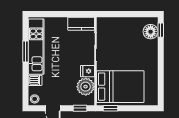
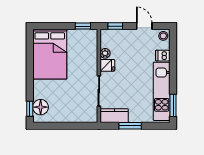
window: (66, 14) -> (130, 126), added
window: (25, 51) -> (173, 105), moved
plant: (86, 87) -> (105, 53), width x0.53, depth x0.53
bed: (120, 87) -> (50, 54), moved, turned -90

